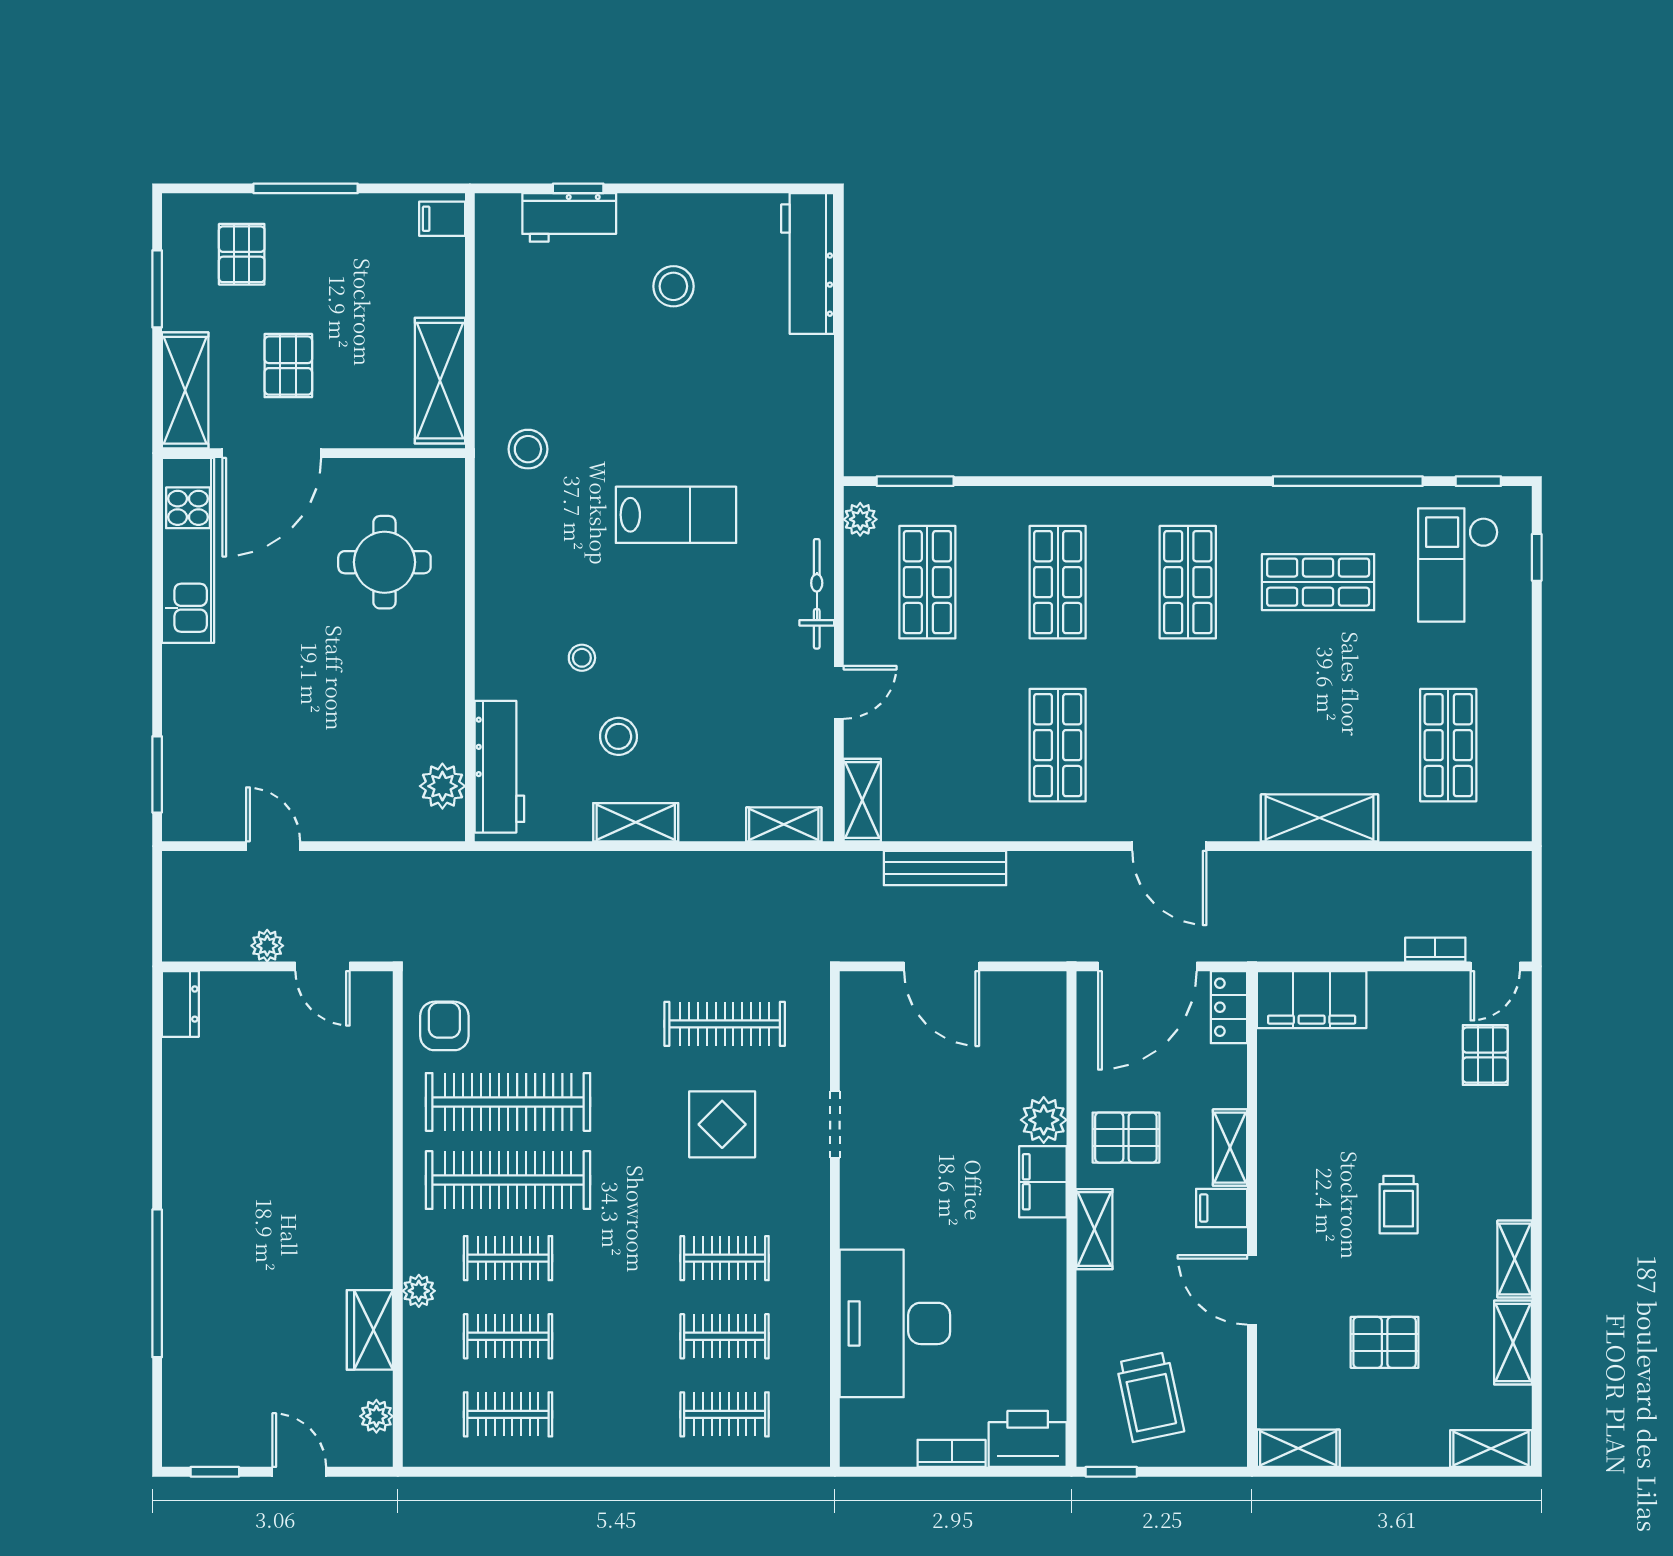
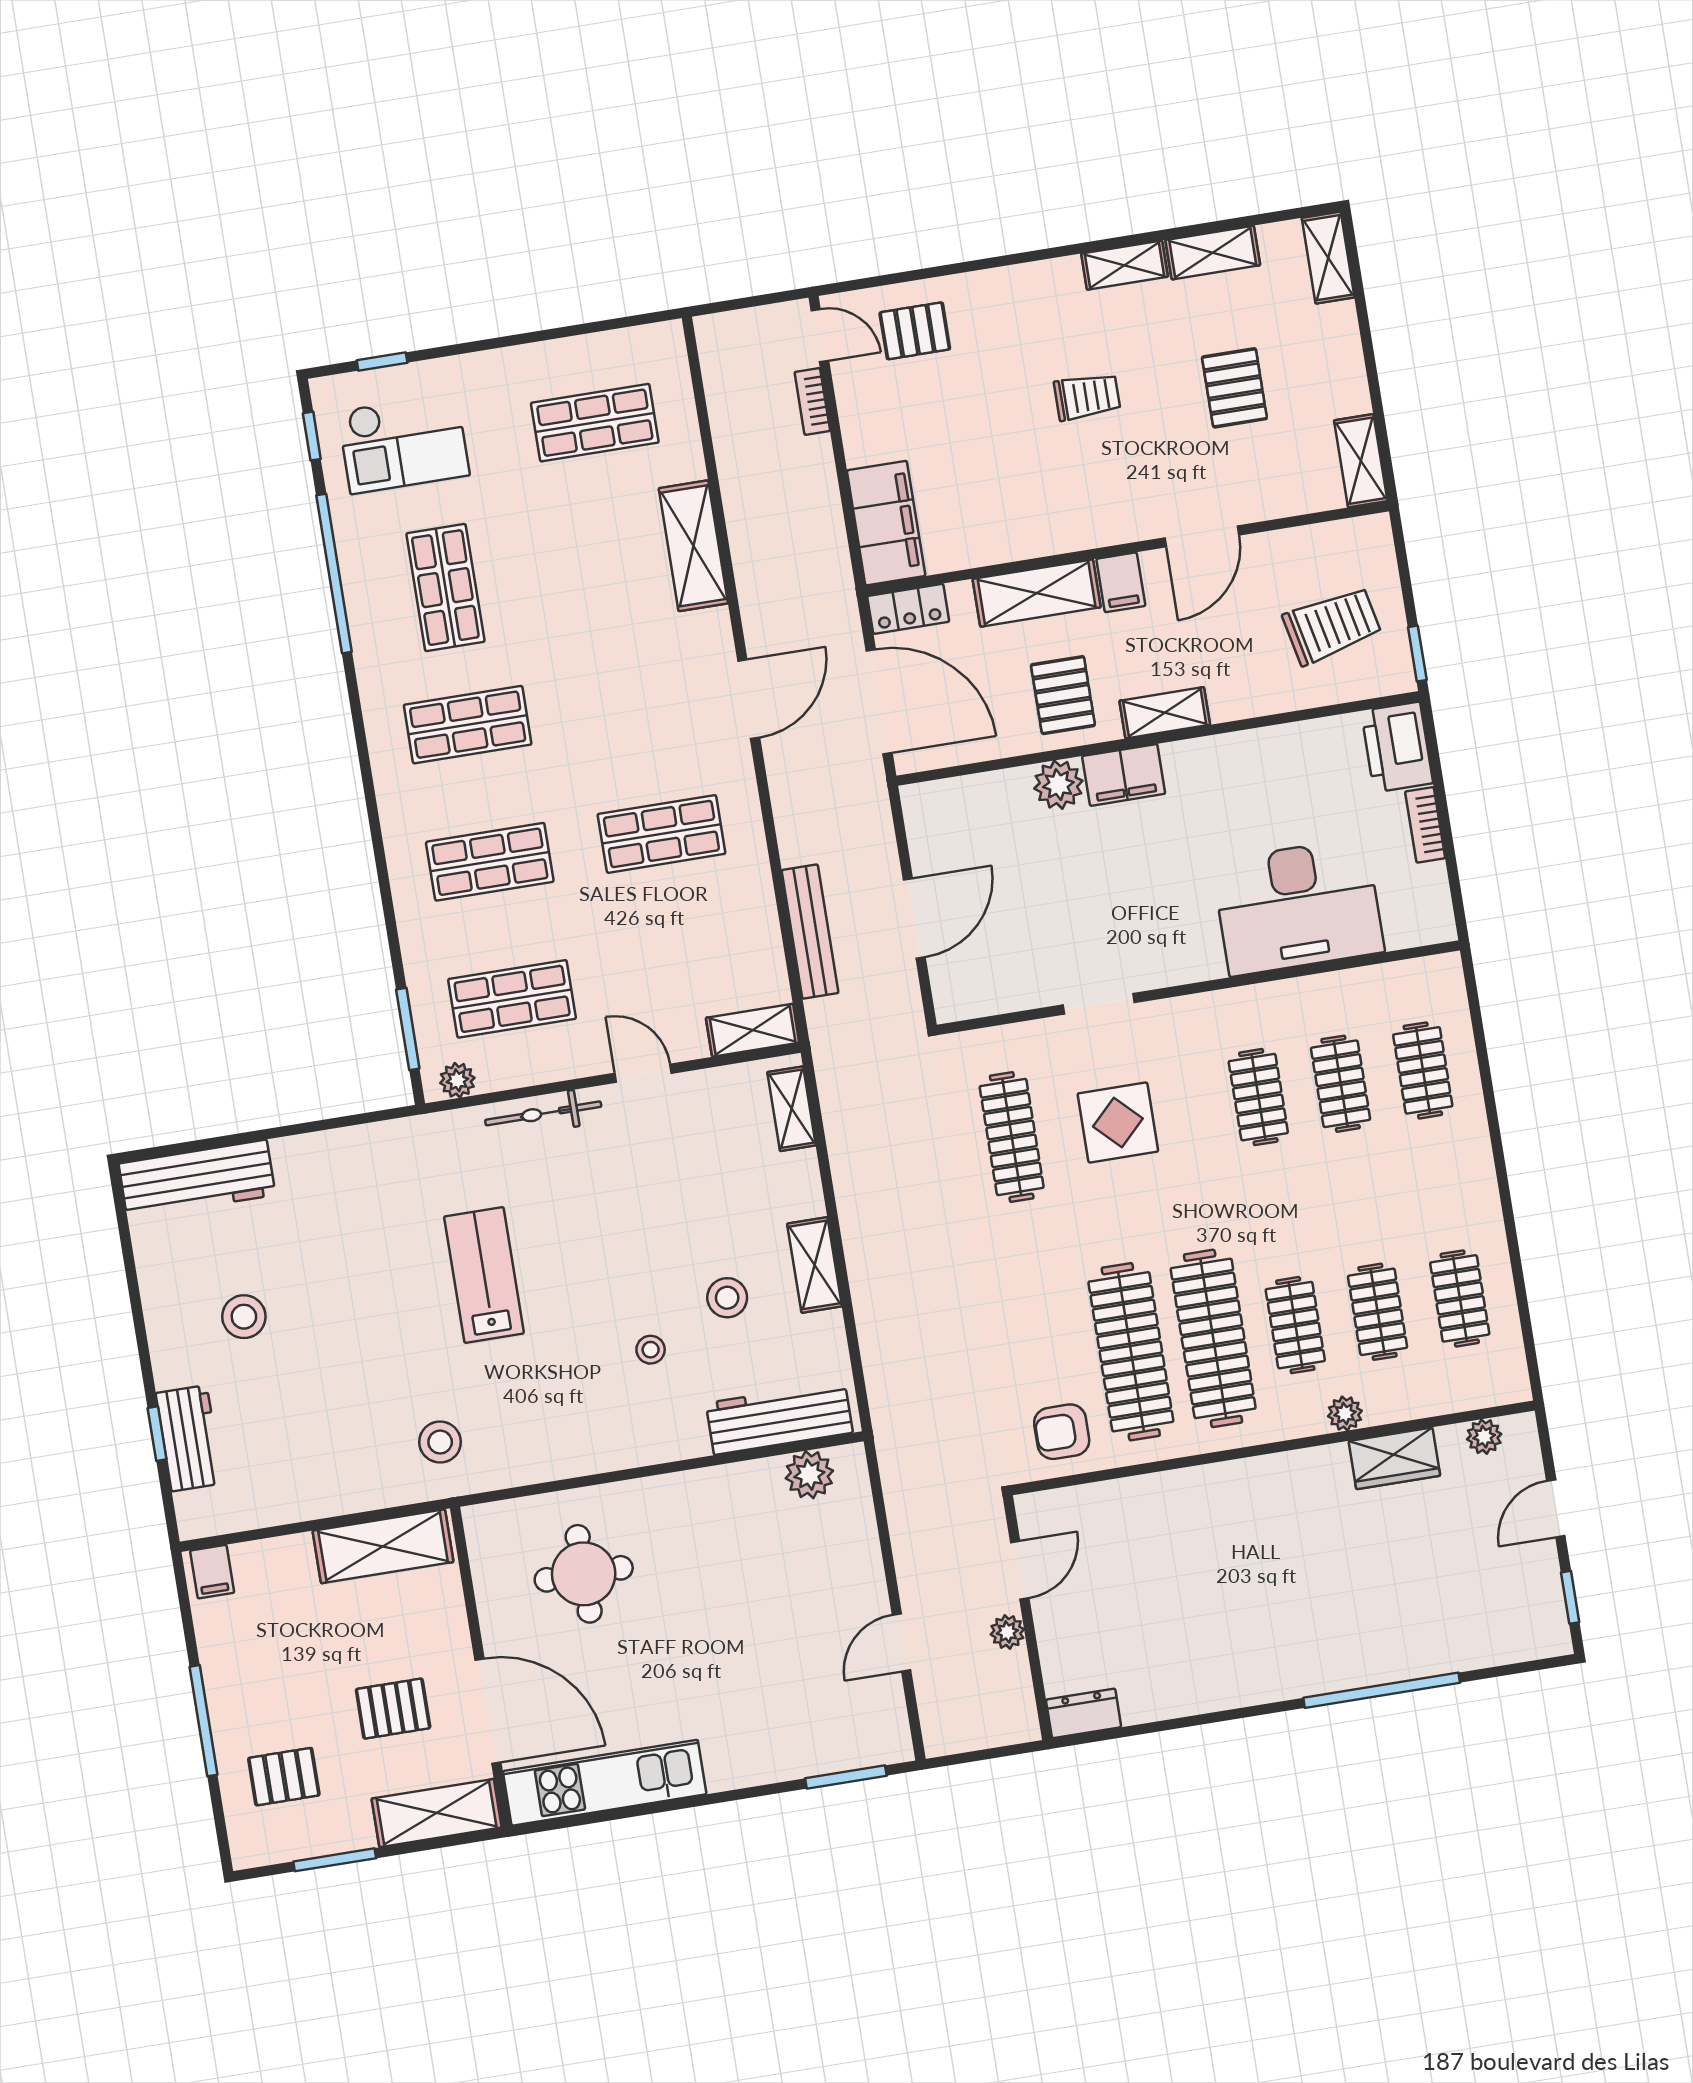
shelving: (1230, 1148) -> (1037, 593), width x1.50, depth x1.33

